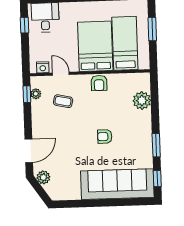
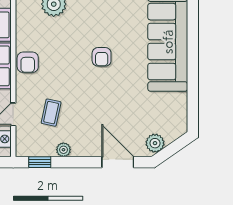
armchair: (99, 83) -> (28, 62), turned 90
plant: (36, 94) -> (63, 150), moved

